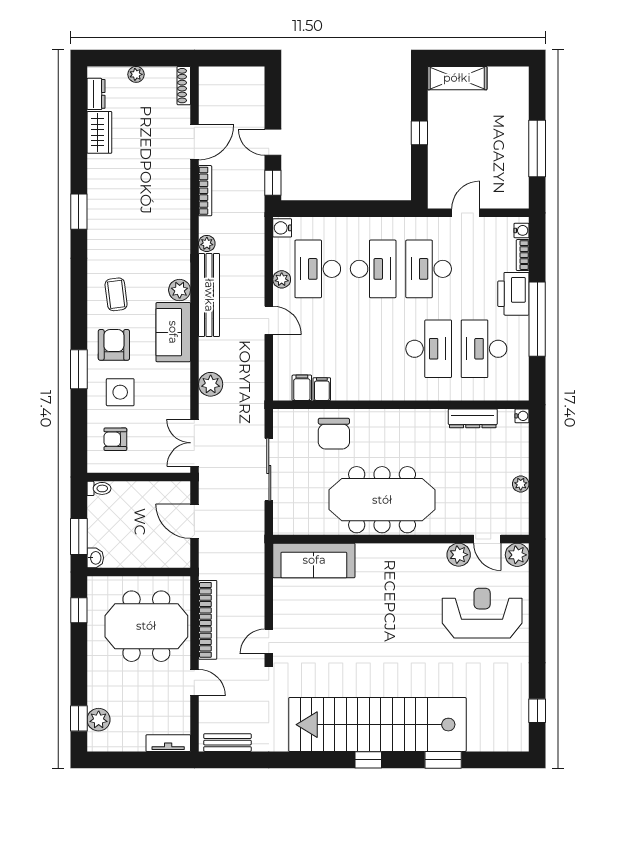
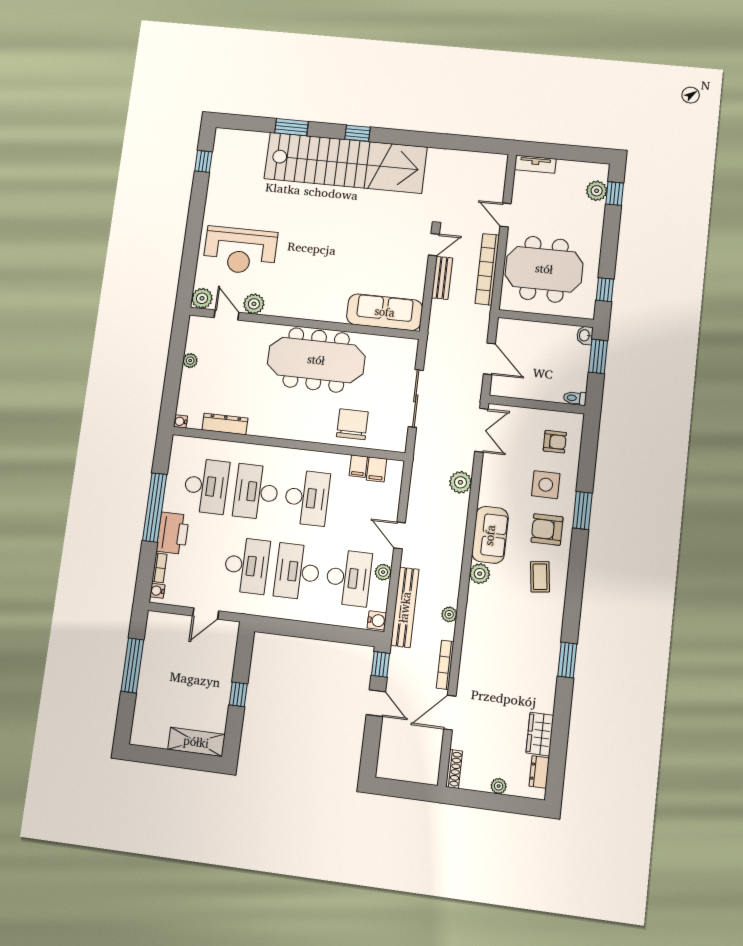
bench: (209, 295) -> (405, 607), moved
armchair: (114, 345) -> (547, 529), turned 90
desk: (373, 349) -> (307, 498), added
bench: (227, 743) -> (442, 278), moved, turned 90

